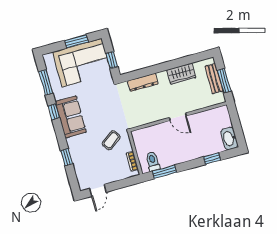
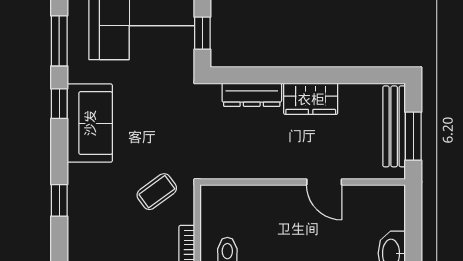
wardrobe: (181, 74) -> (311, 99), moved
bench: (214, 79) -> (394, 126), width x1.36
door: (178, 117) -> (324, 182), moved

